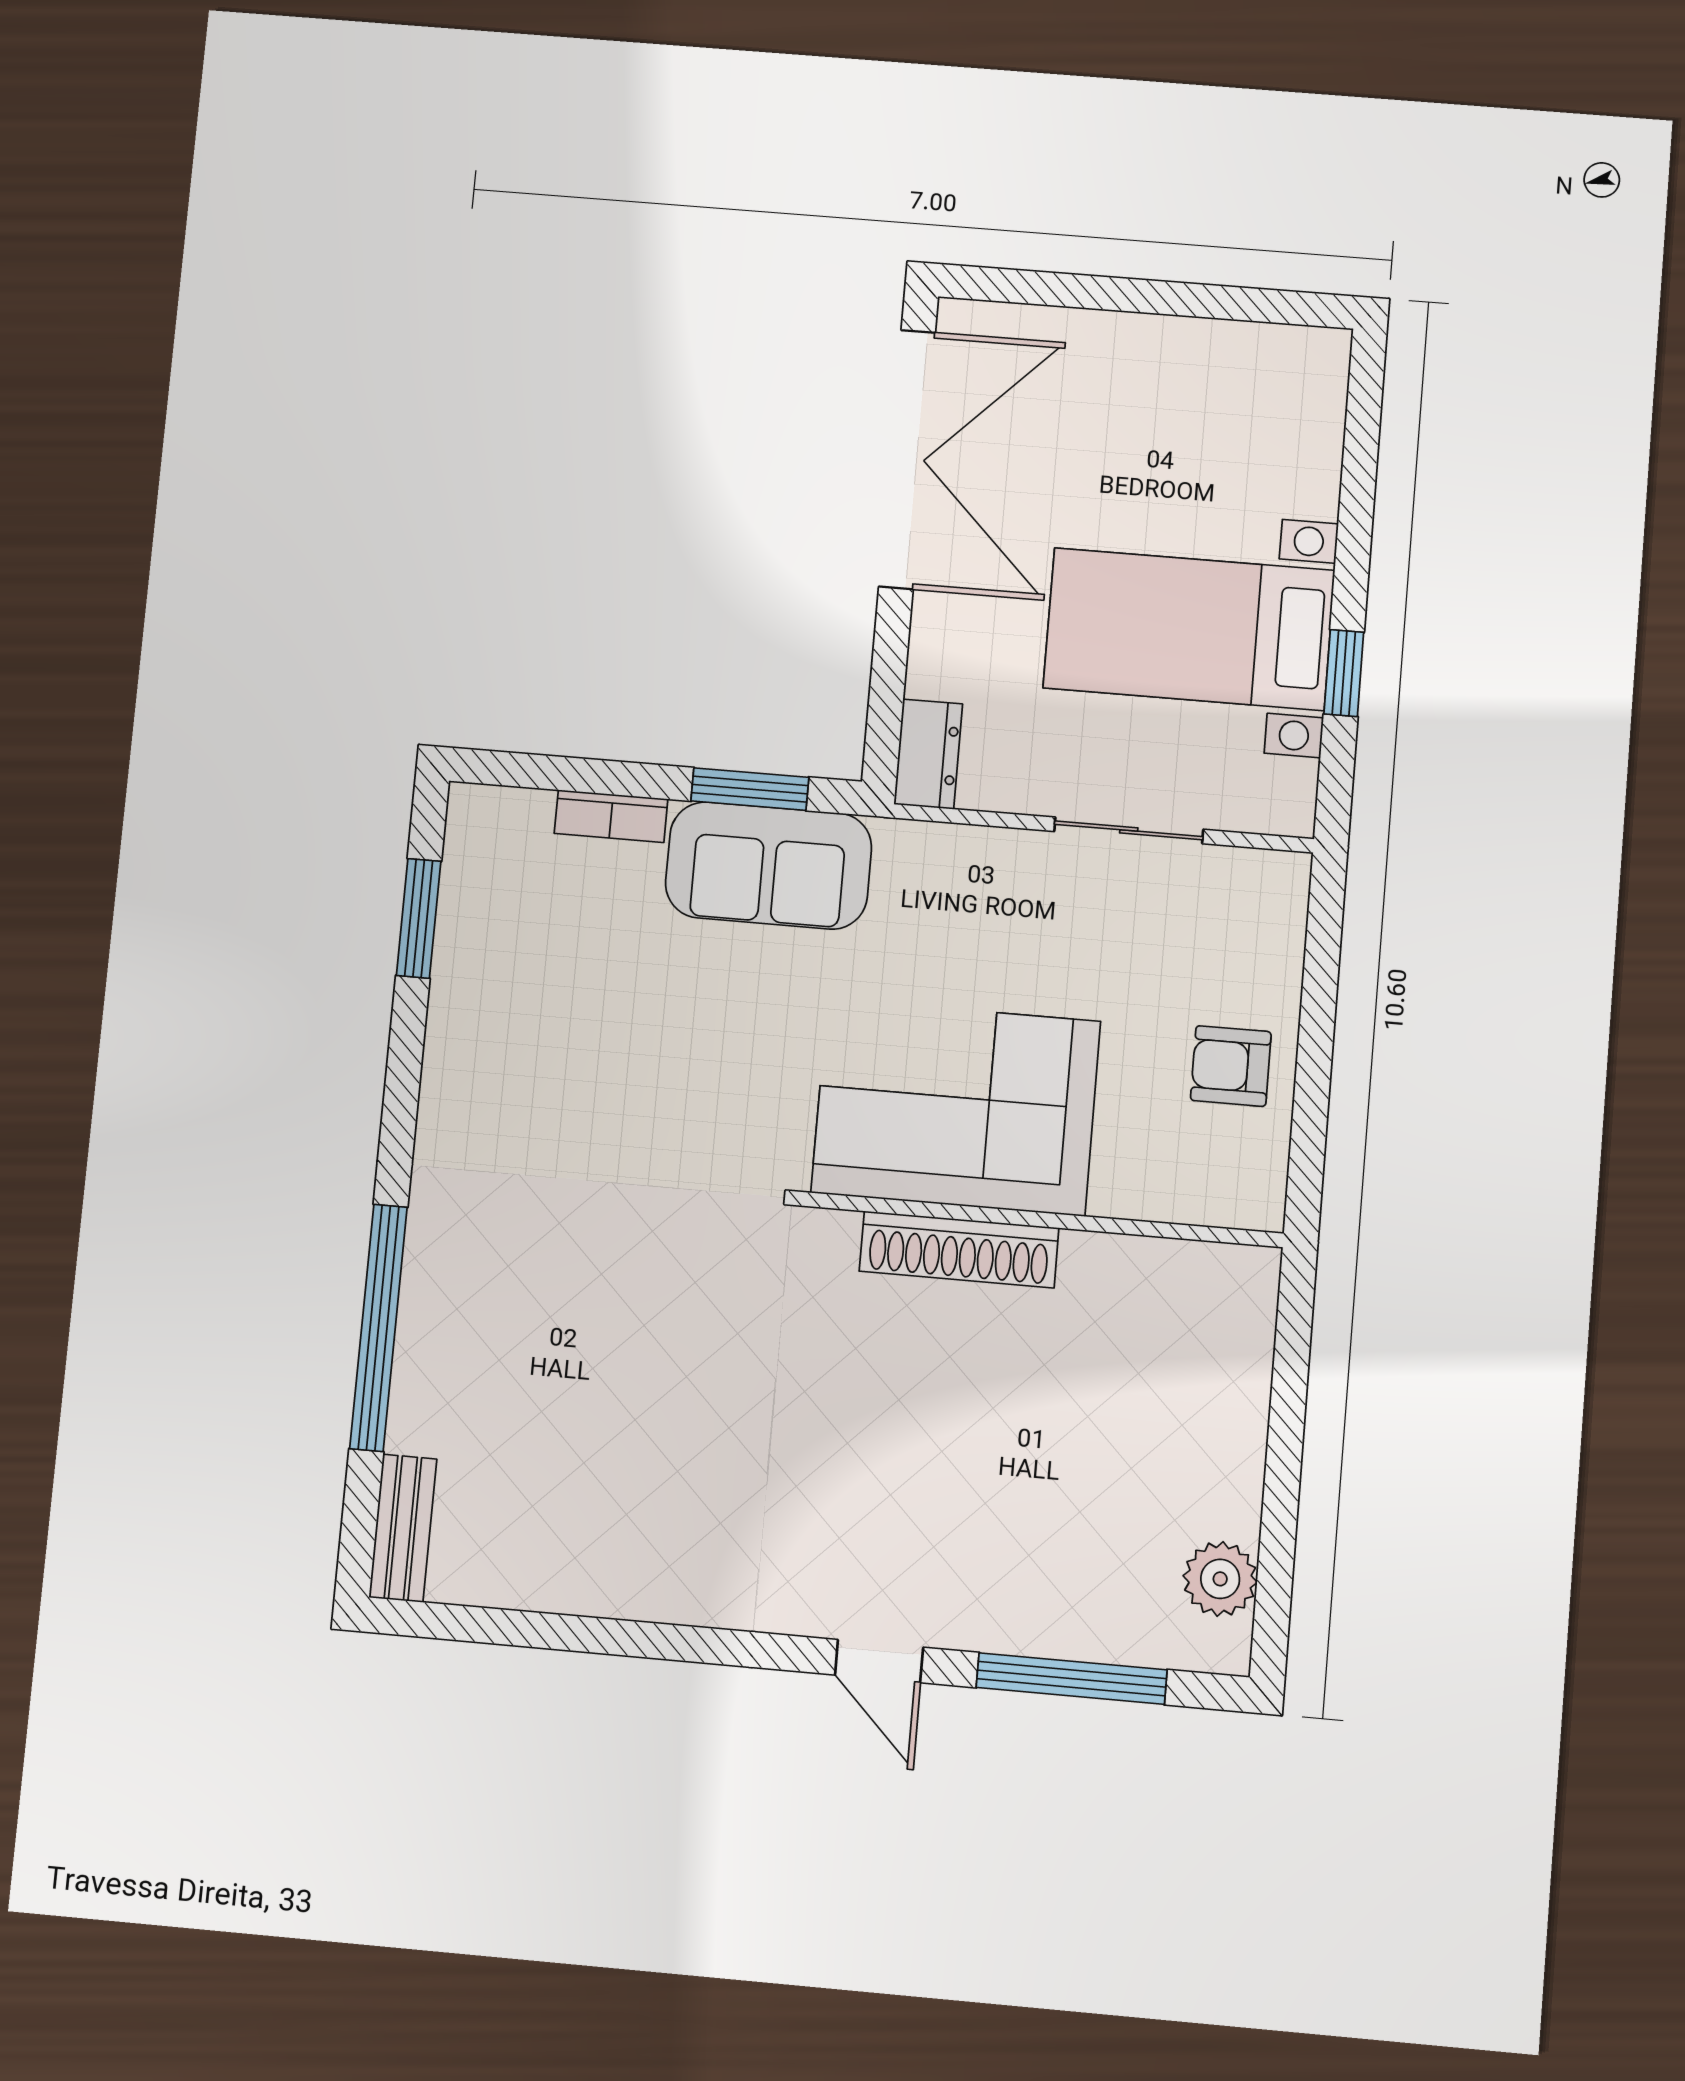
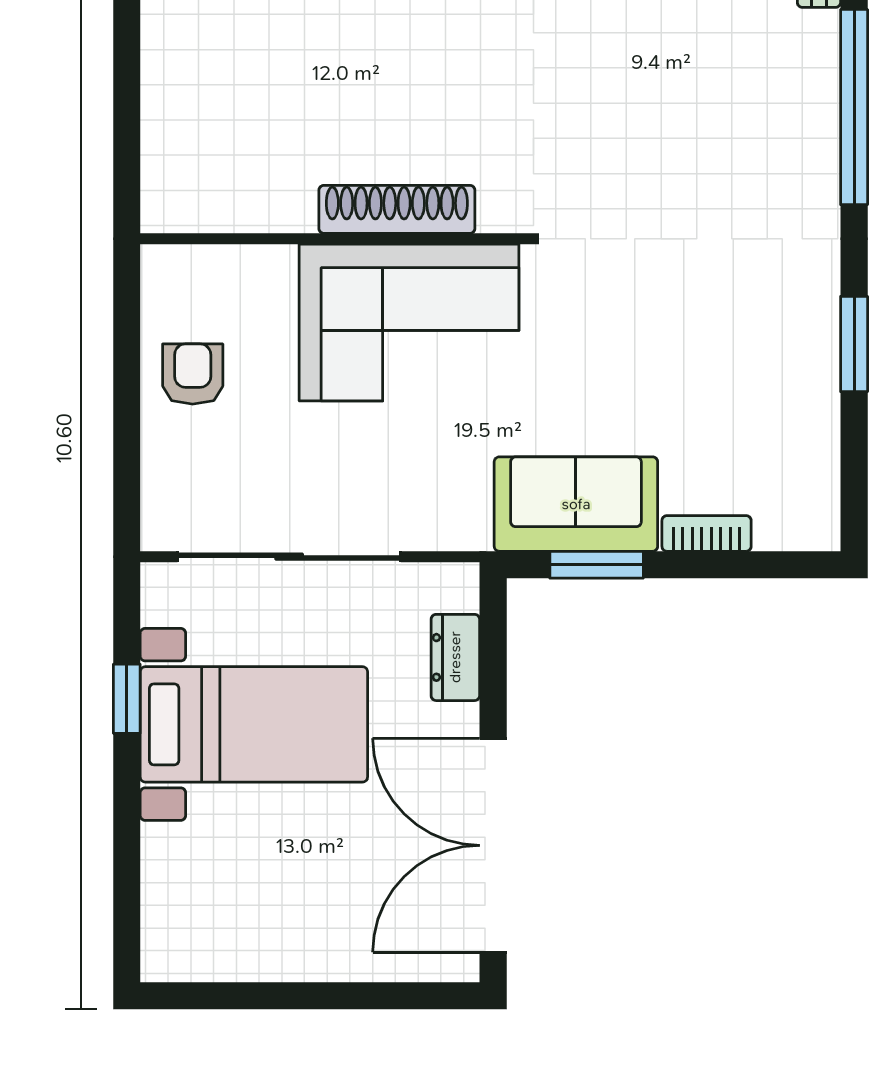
dresser: (928, 754) -> (455, 657), moved
sliding door: (1129, 830) -> (289, 557), width x1.86
window: (419, 918) -> (854, 344), moved
armchair: (1231, 1066) -> (193, 374), turned -90

